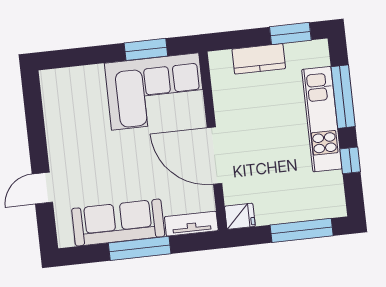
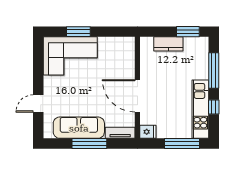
window: (146, 49) -> (78, 32), moved
corner sofa: (155, 91) -> (70, 56), moved
kitchen unit: (322, 119) -> (200, 109), moved

